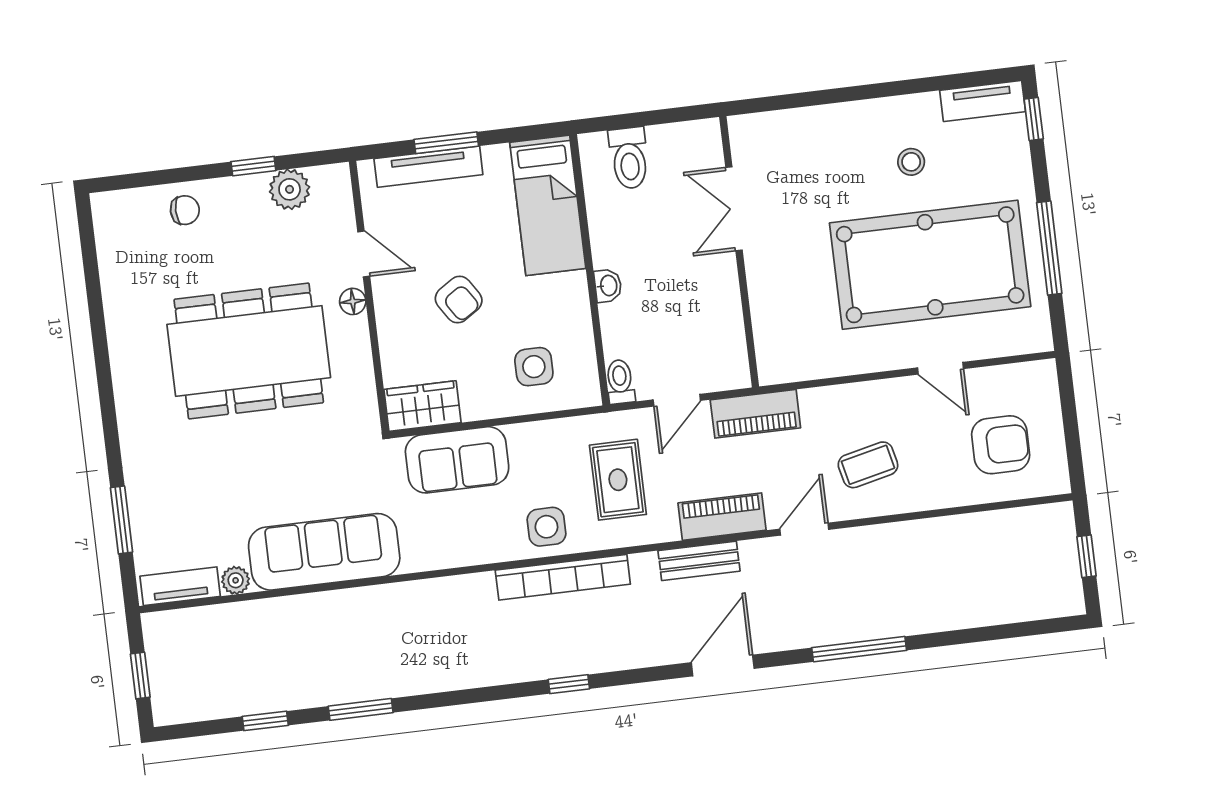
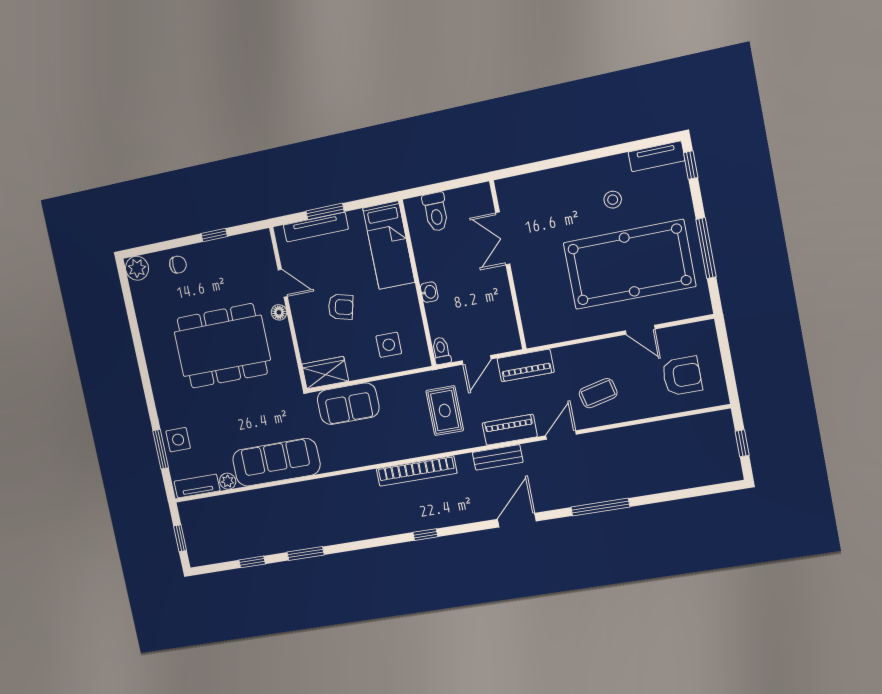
plant: (290, 189) -> (137, 268), moved
armchair: (459, 300) -> (341, 307), turned -43
side table: (546, 527) -> (178, 440), moved

